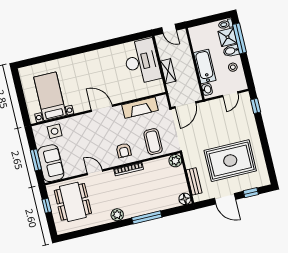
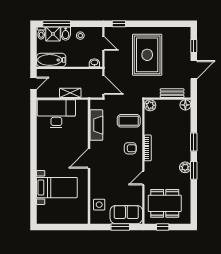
bathtub: (205, 67) -> (51, 60), moved
bed with nightstands: (50, 96) -> (57, 188), moved, turned 180
rug: (230, 161) -> (147, 55), moved
window: (147, 217) -> (194, 142), width x0.69
window: (116, 225) -> (194, 170), added

